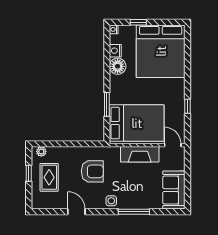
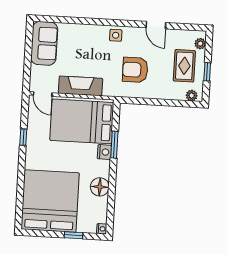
nightstand: (115, 51) -> (104, 152), moved
plant: (36, 198) -> (200, 44), added
window: (134, 212) -> (91, 21), removed

